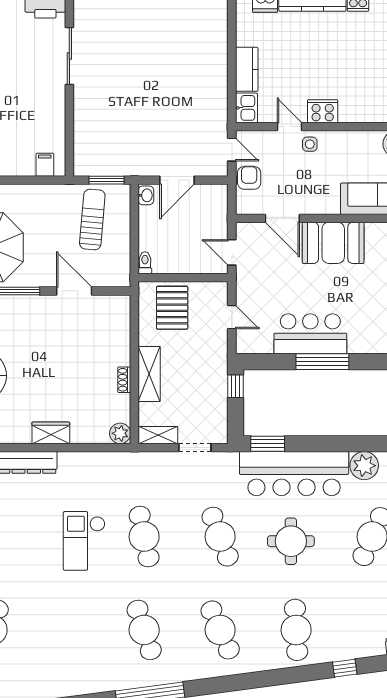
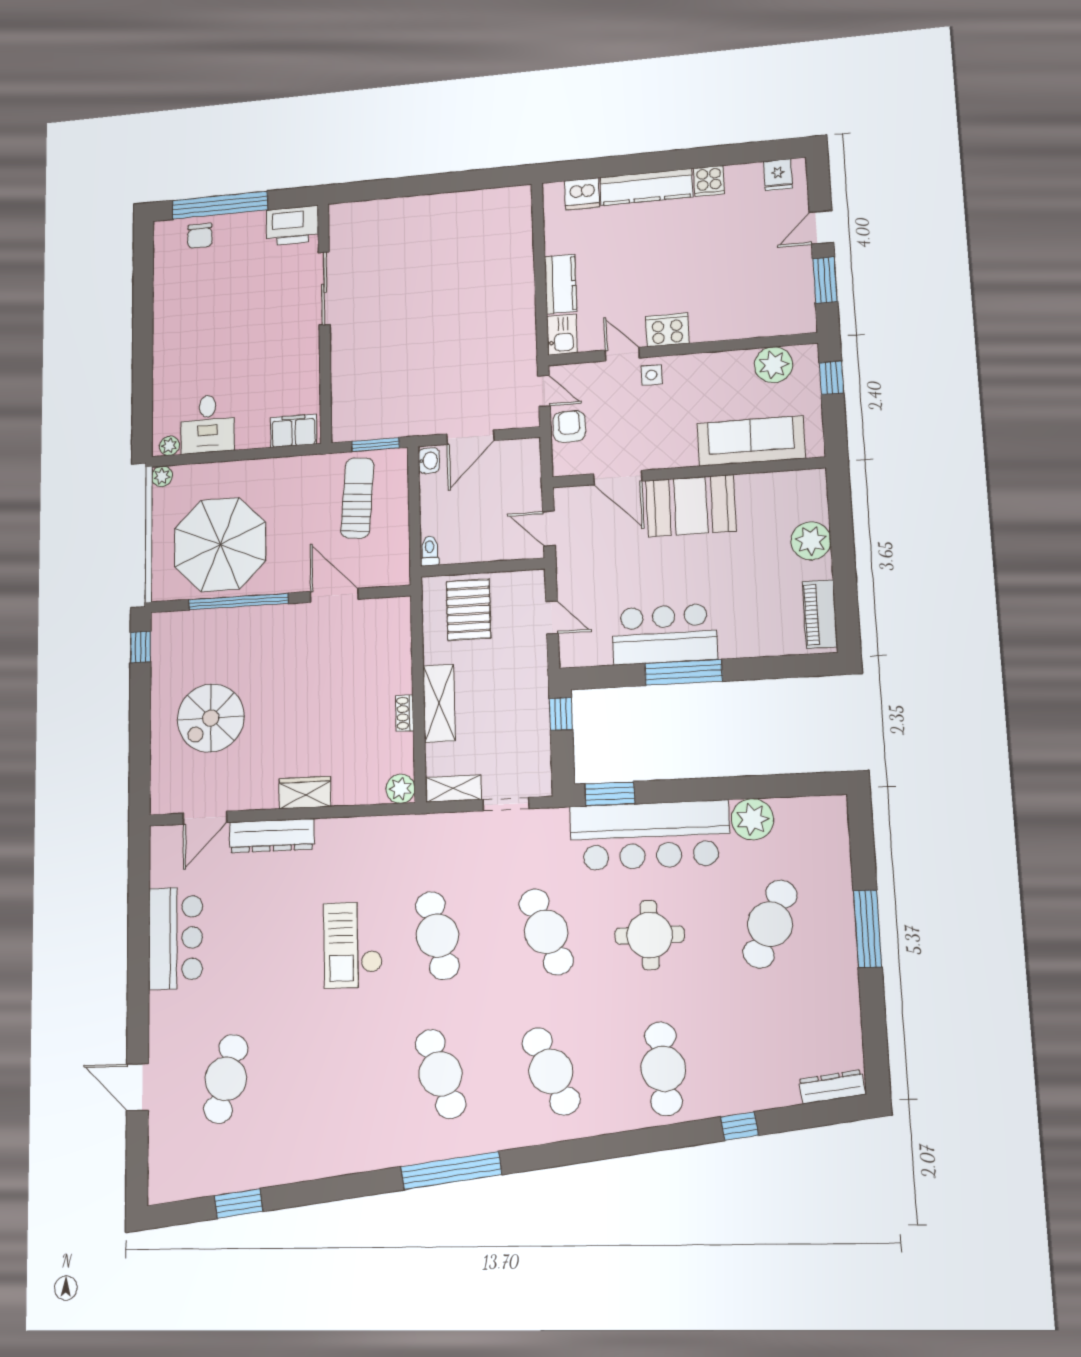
filing cabinet: (45, 165) -> (294, 431), width x2.00

